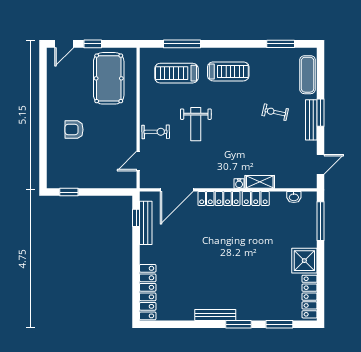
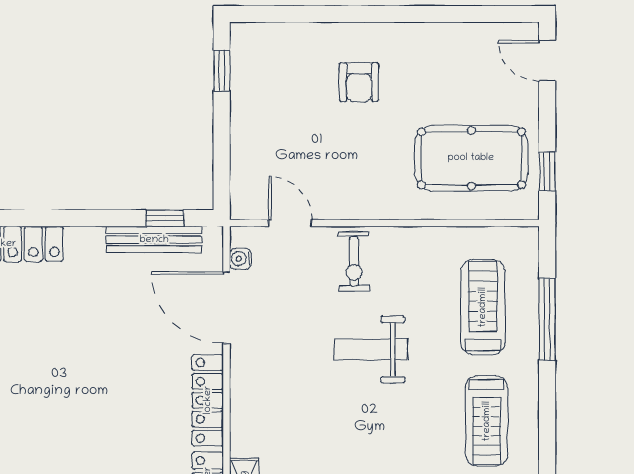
window: (93, 44) -> (547, 171), moved
armchair: (74, 130) -> (359, 82), turned 180
water cooler: (239, 184) -> (240, 259), moved

